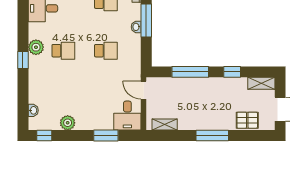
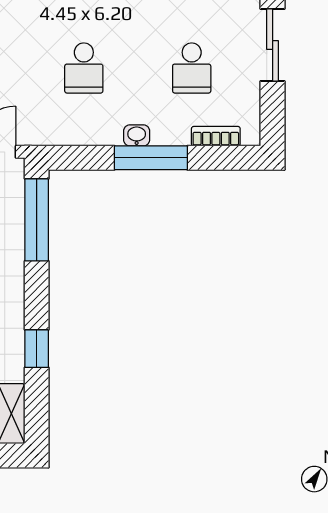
window: (190, 72) -> (37, 220), moved

